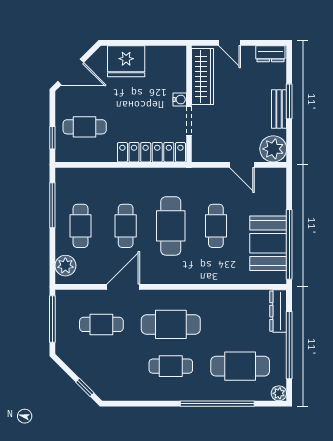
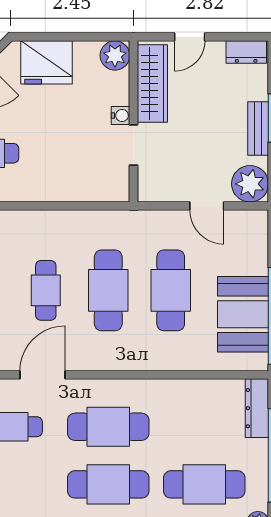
door: (230, 43) -> (190, 37), hinge flipped
plant: (176, 56) -> (115, 55), added
locker: (151, 152) -> (81, 188), removed
cafe table: (216, 226) -> (171, 290), width x1.37, depth x1.35
cafe table: (171, 366) -> (108, 484), width x1.37, depth x1.35

